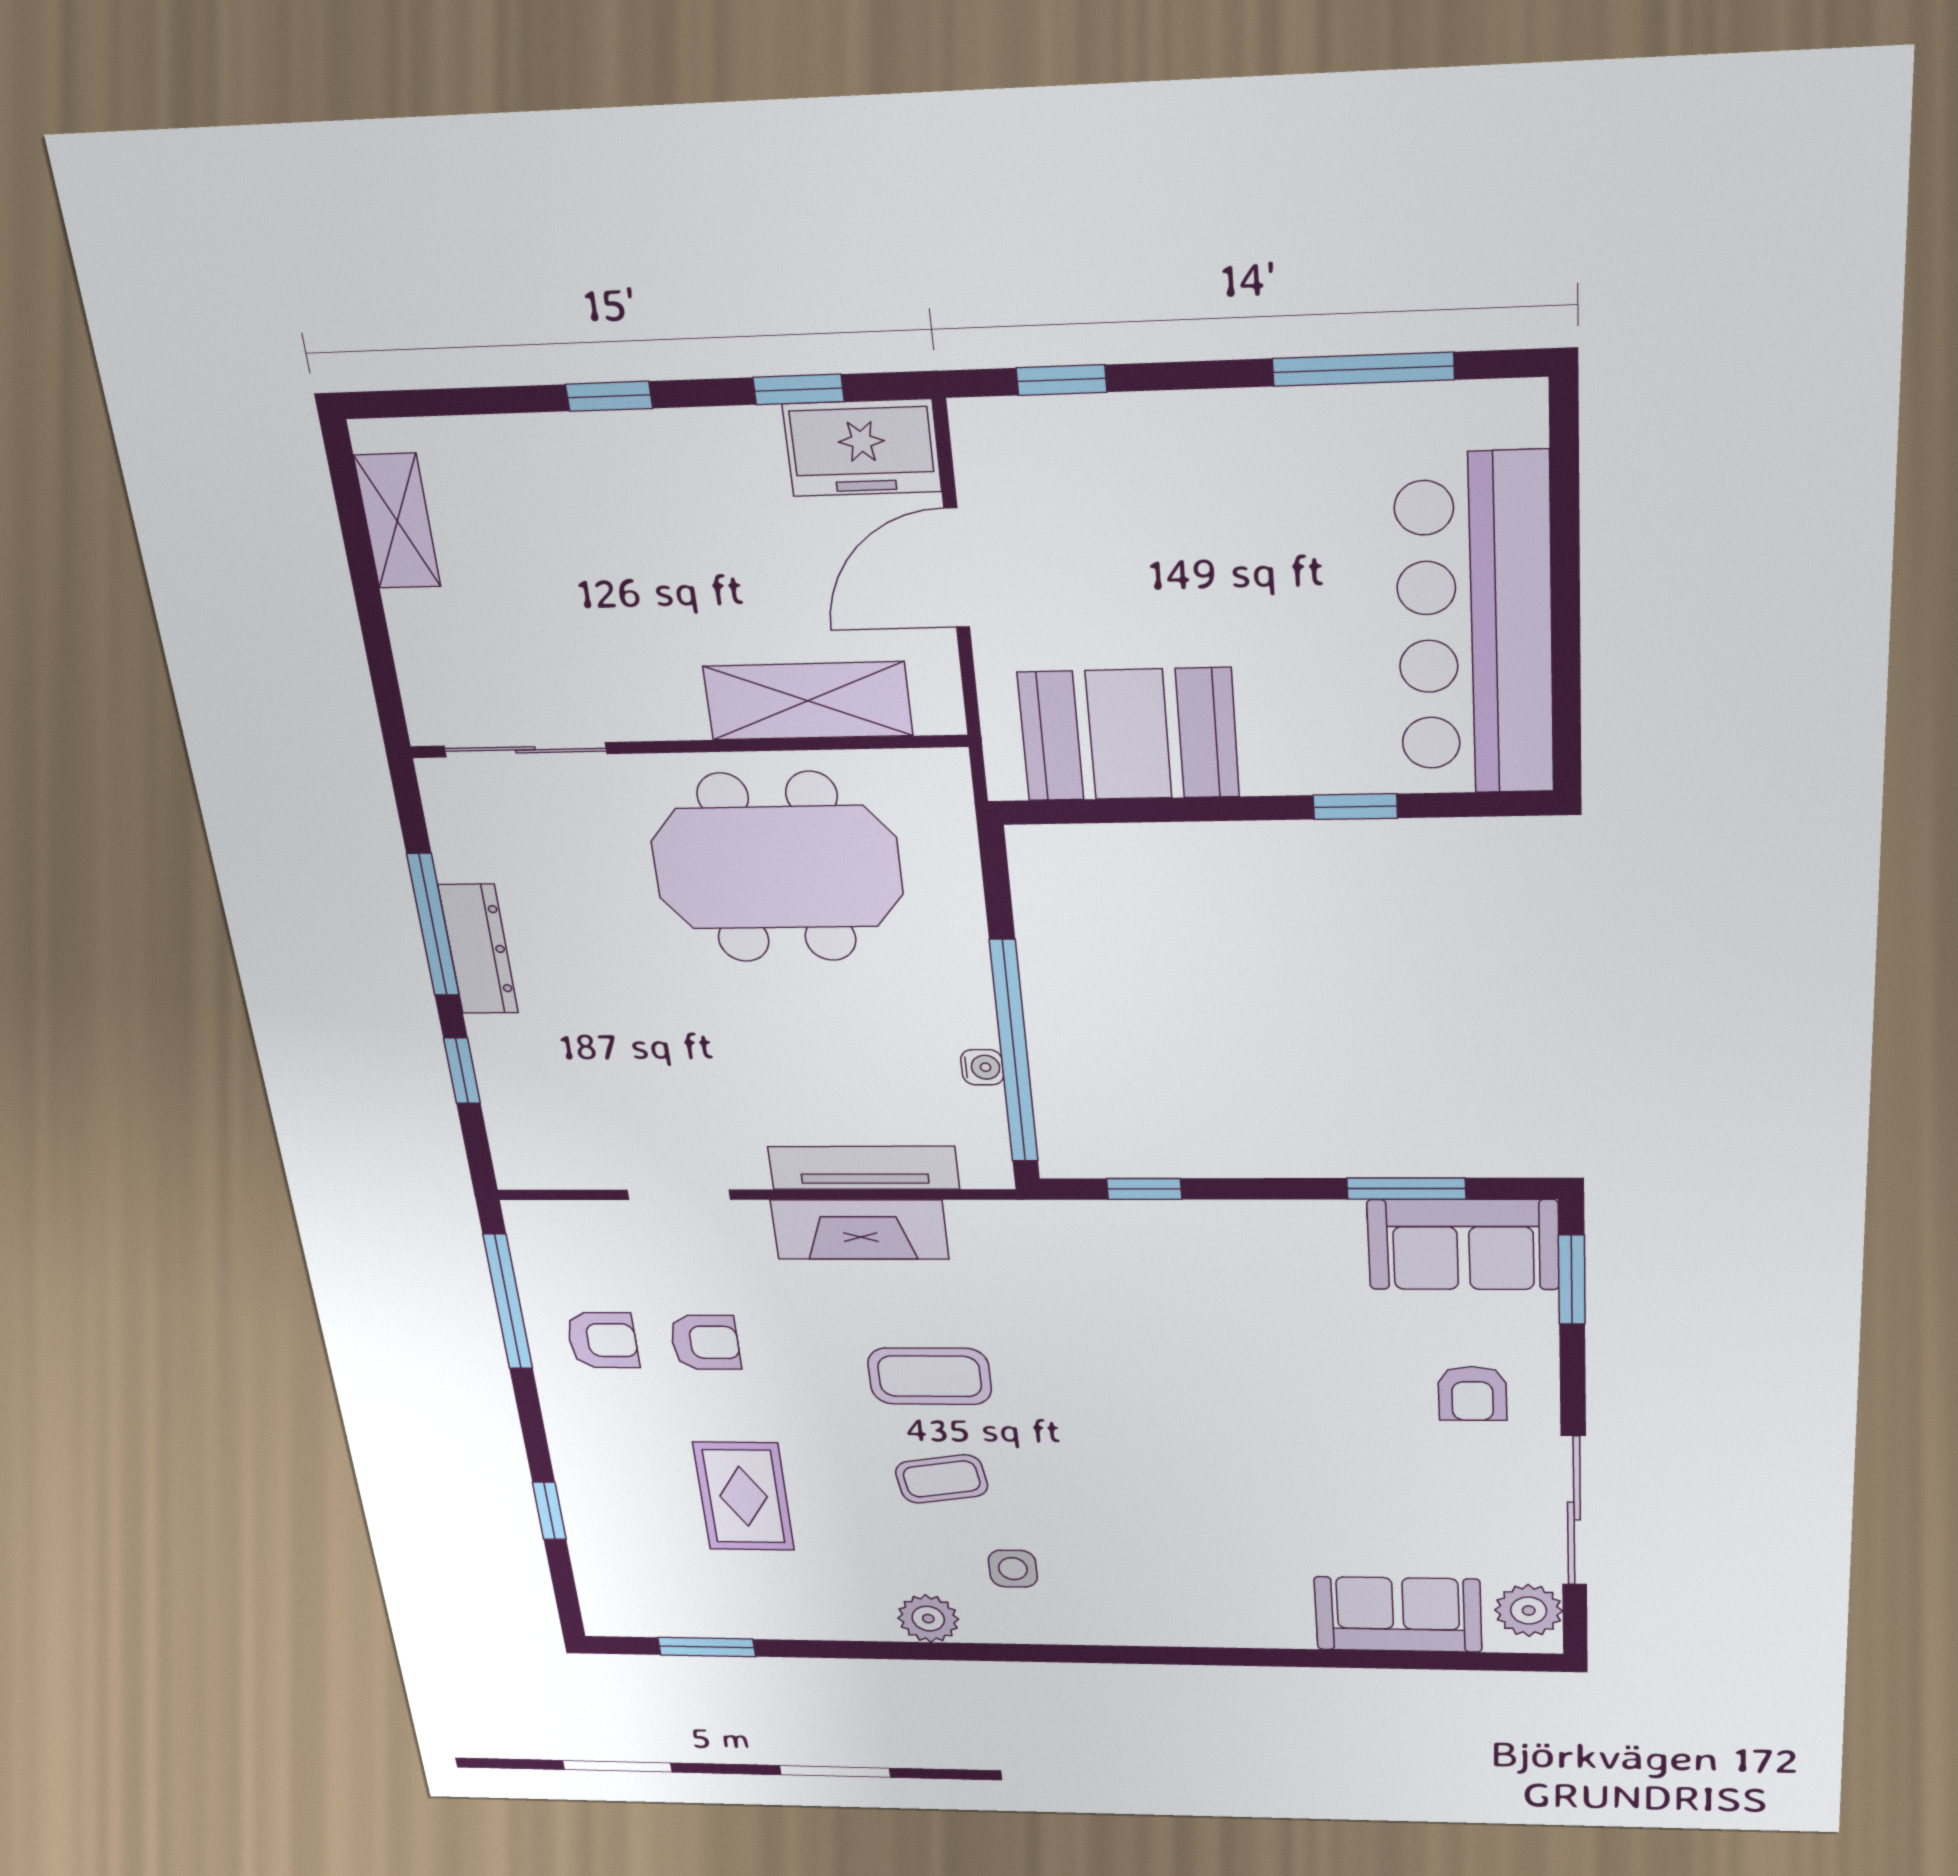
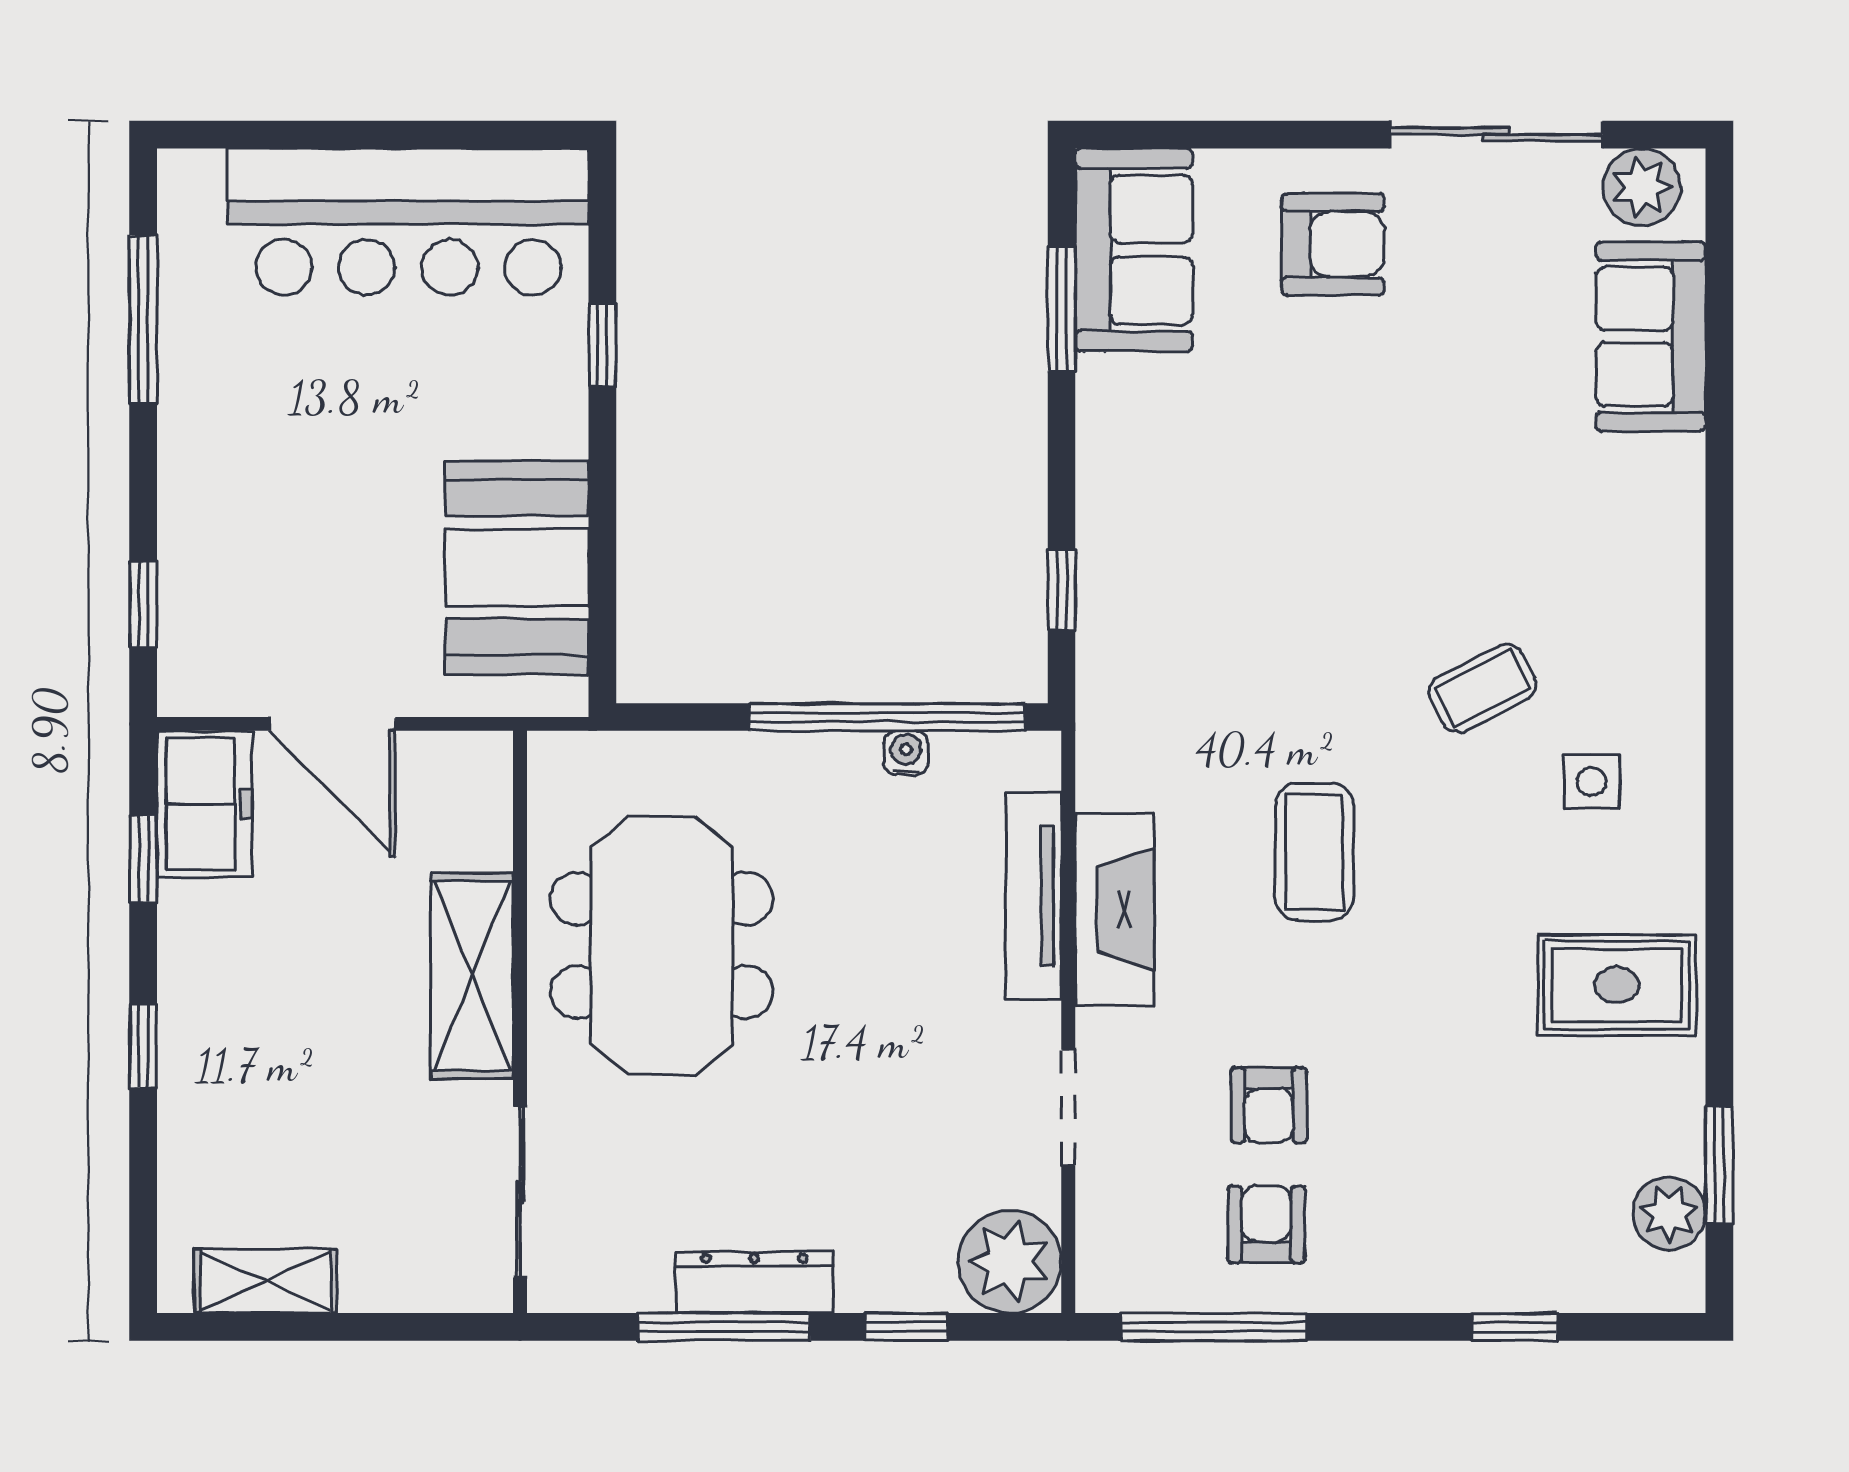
shelving: (808, 701) -> (472, 976), moved
plant: (535, 1151) -> (1010, 1262), added
window: (1572, 1280) -> (1179, 135), removed
armchair: (705, 1342) -> (1269, 1105), turned 180
armchair: (1472, 1394) -> (1333, 244), width x1.38, depth x1.38
coffee table: (942, 1479) -> (1483, 688), moved, turned 72
rug: (744, 1496) -> (1617, 985), moved
plant: (928, 1619) -> (1669, 1213), moved

